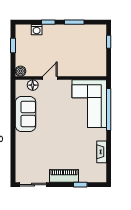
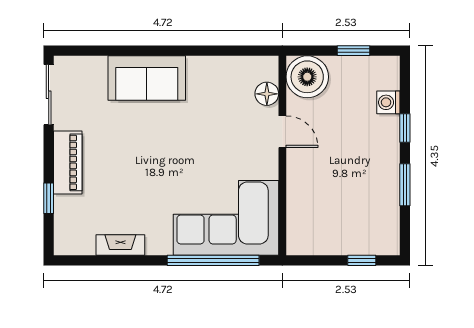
boiler: (21, 71) -> (307, 77), width x1.86, depth x1.86
sofa: (26, 114) -> (147, 78), moved

